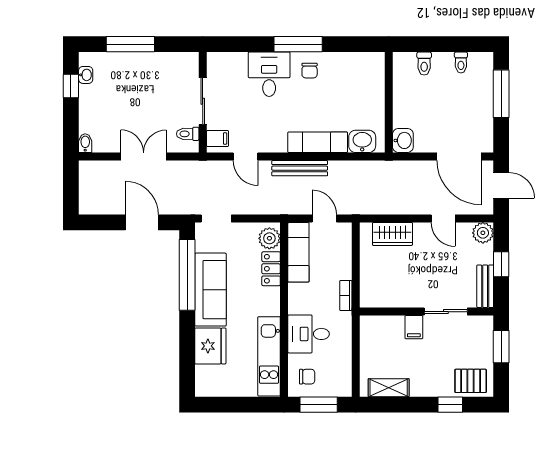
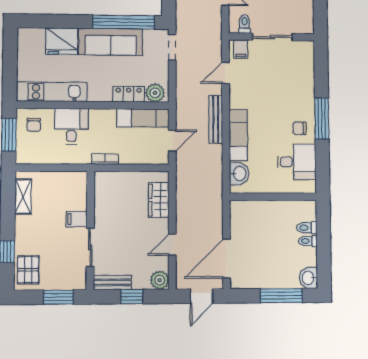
toilet: (461, 62) -> (308, 241), moved
desk: (269, 74) -> (297, 162), moved
washbasin: (403, 140) -> (308, 278), moved, turned 90

